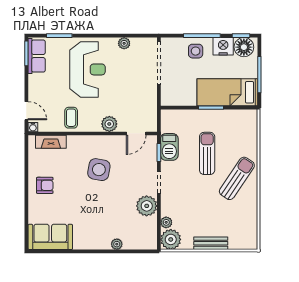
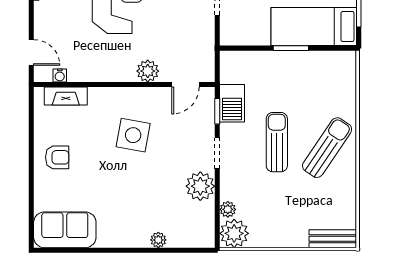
coffee table: (71, 118) -> (94, 62), removed
water cooler: (33, 127) -> (60, 75), moved
sun lounger: (207, 153) -> (277, 142), moved
bench: (211, 243) -> (333, 239), moved

